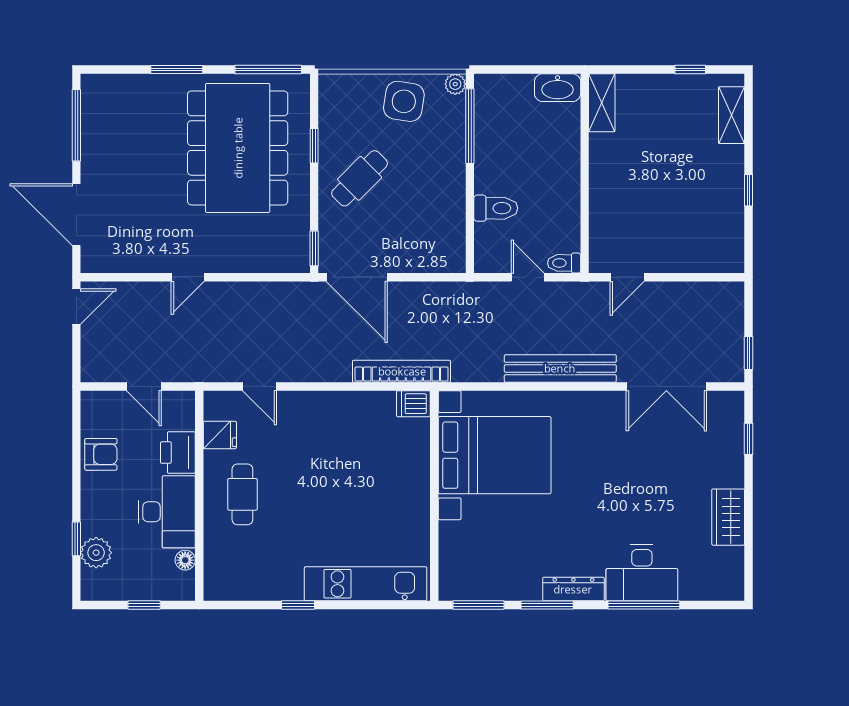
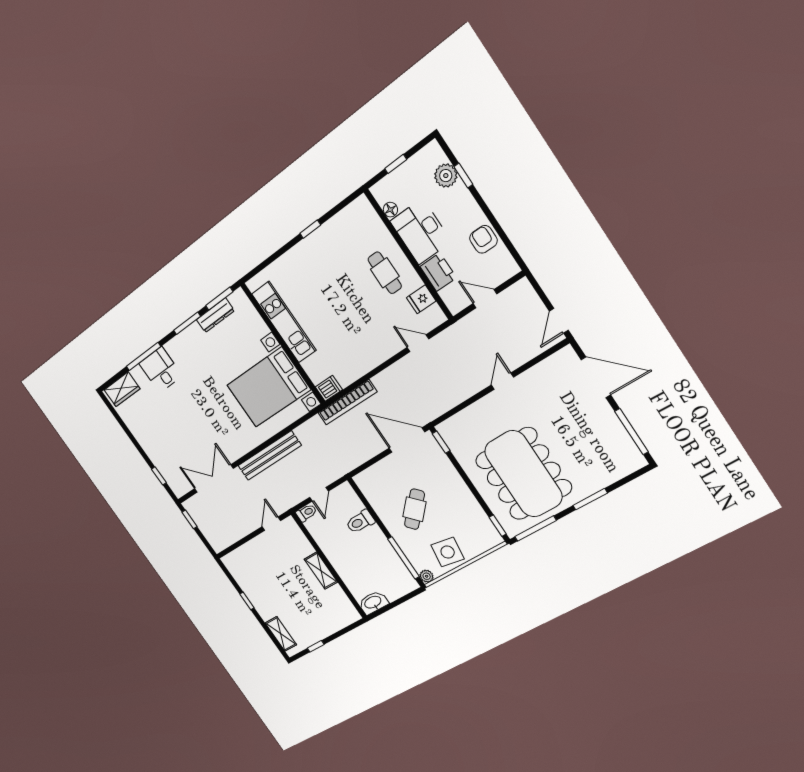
shelving: (602, 103) -> (321, 571), moved
window: (314, 146) -> (498, 526), moved
cafe table: (360, 178) -> (415, 509), moved
door: (528, 277) -> (319, 494), hinge flipped
armchair: (101, 454) -> (483, 239), turned 90
wardrobe: (728, 517) -> (122, 389), moved, turned 90
desk: (642, 573) -> (161, 370), width x0.73
kitchen unit: (366, 584) -> (284, 322), moved, turned -90
dresser: (573, 589) -> (215, 315), moved

